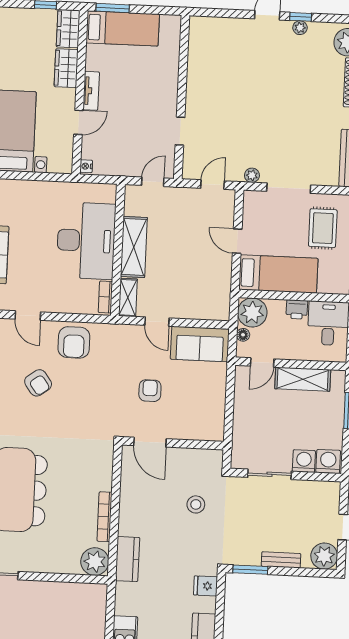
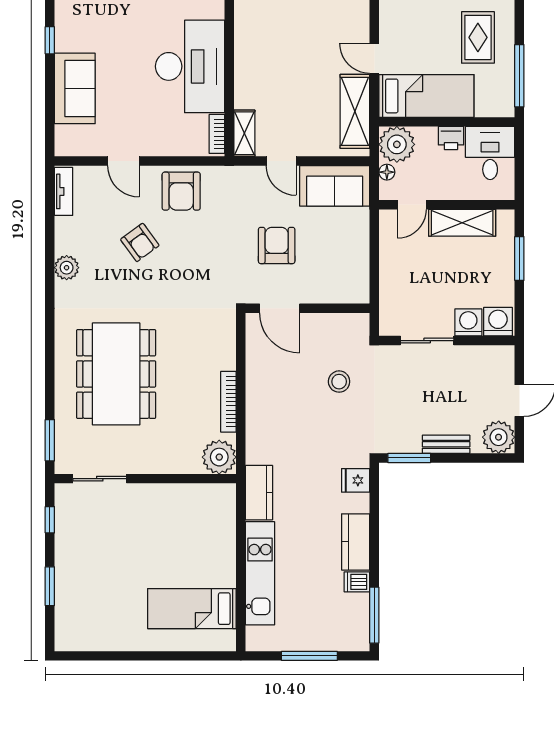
shelving: (134, 247) -> (355, 111), moved
armchair: (150, 391) -> (277, 245), width x1.38, depth x1.38
kitchen counter: (128, 559) -> (259, 493), moved

